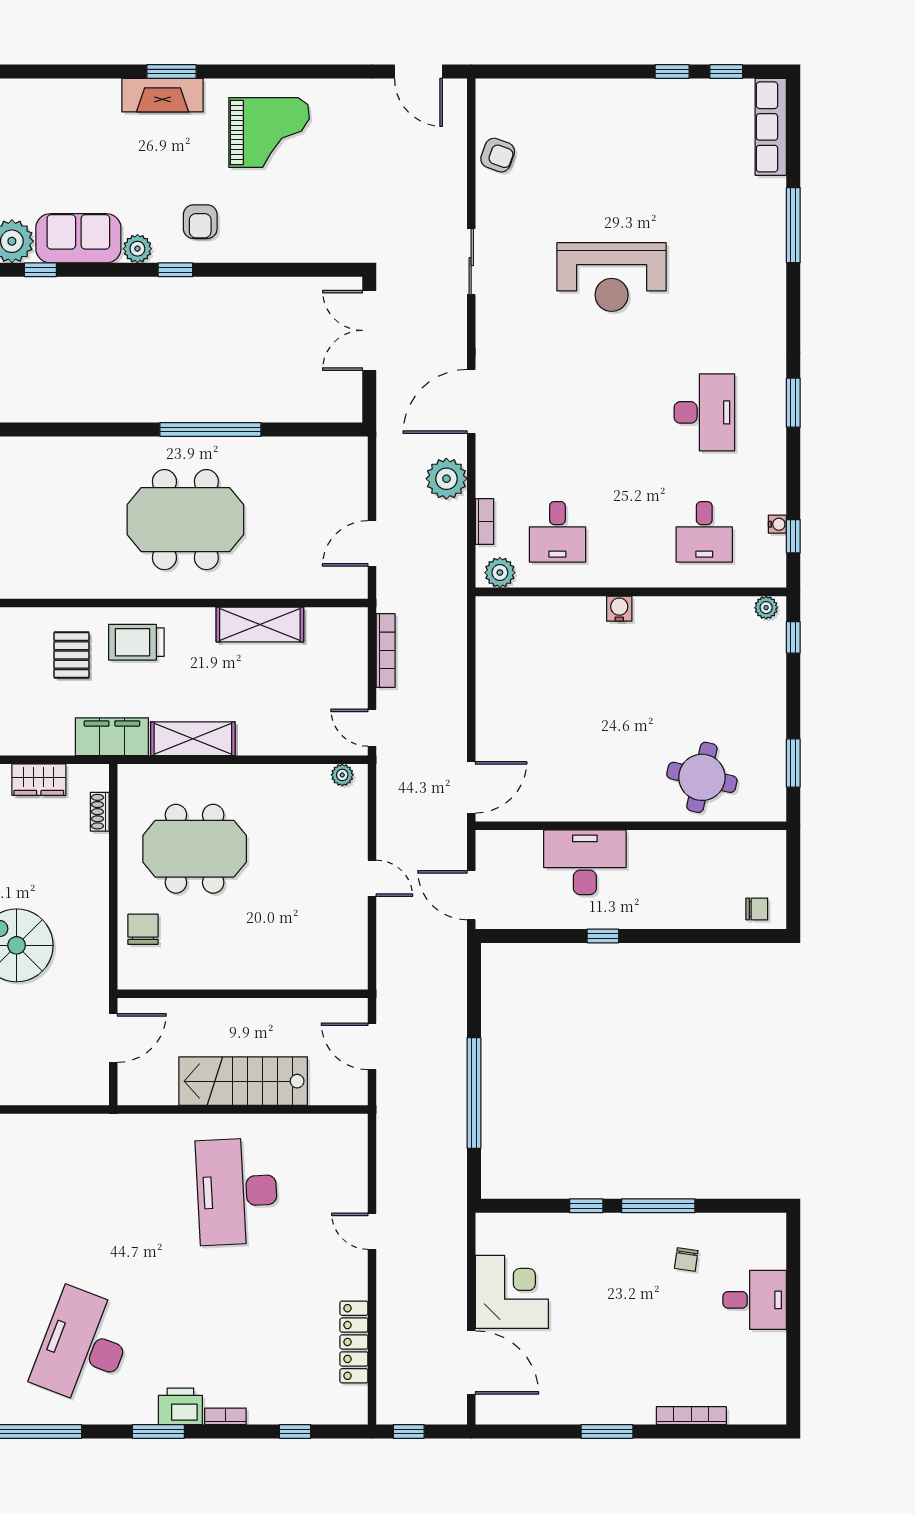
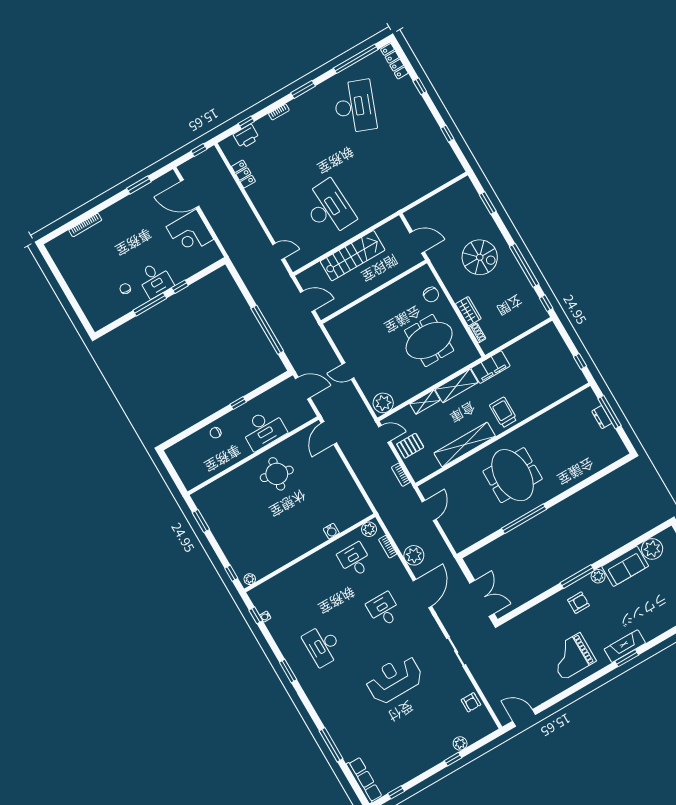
window: (672, 72) -> (453, 759), moved
plant: (560, 93) -> (460, 743), added
armchair: (498, 155) -> (471, 702), turned -110
armchair: (200, 222) -> (578, 603), turned 90
window: (40, 270) -> (633, 544), removed
window: (175, 270) -> (577, 577), width x2.17
meeting table: (185, 520) -> (513, 475), turned 90
desk: (704, 532) -> (384, 610), moved
water cooler: (619, 609) -> (331, 531), moved
shelving: (260, 624) -> (465, 445), width x1.47
trolley: (136, 642) -> (503, 412), turned -90
bookcase: (386, 651) -> (401, 475), width x0.64
pallet: (71, 655) -> (410, 446), moved, turned 90
shelving: (266, 743) -> (425, 402), added
plant: (342, 775) -> (383, 403), width x1.87, depth x1.87
round table: (702, 777) -> (277, 474), moved
wardrobe: (39, 780) -> (468, 311), moved, turned 90
chair: (757, 909) -> (216, 433), moved
door: (113, 1038) -> (417, 242), swing flipped
window: (474, 1093) -> (267, 330), moved
door: (372, 1231) -> (278, 251), moved
desk: (755, 1300) -> (155, 280), moved, turned -90
locker: (354, 1342) -> (243, 174), width x0.66
printer: (180, 1406) -> (246, 136), moved
window: (607, 1431) -> (139, 185), moved

